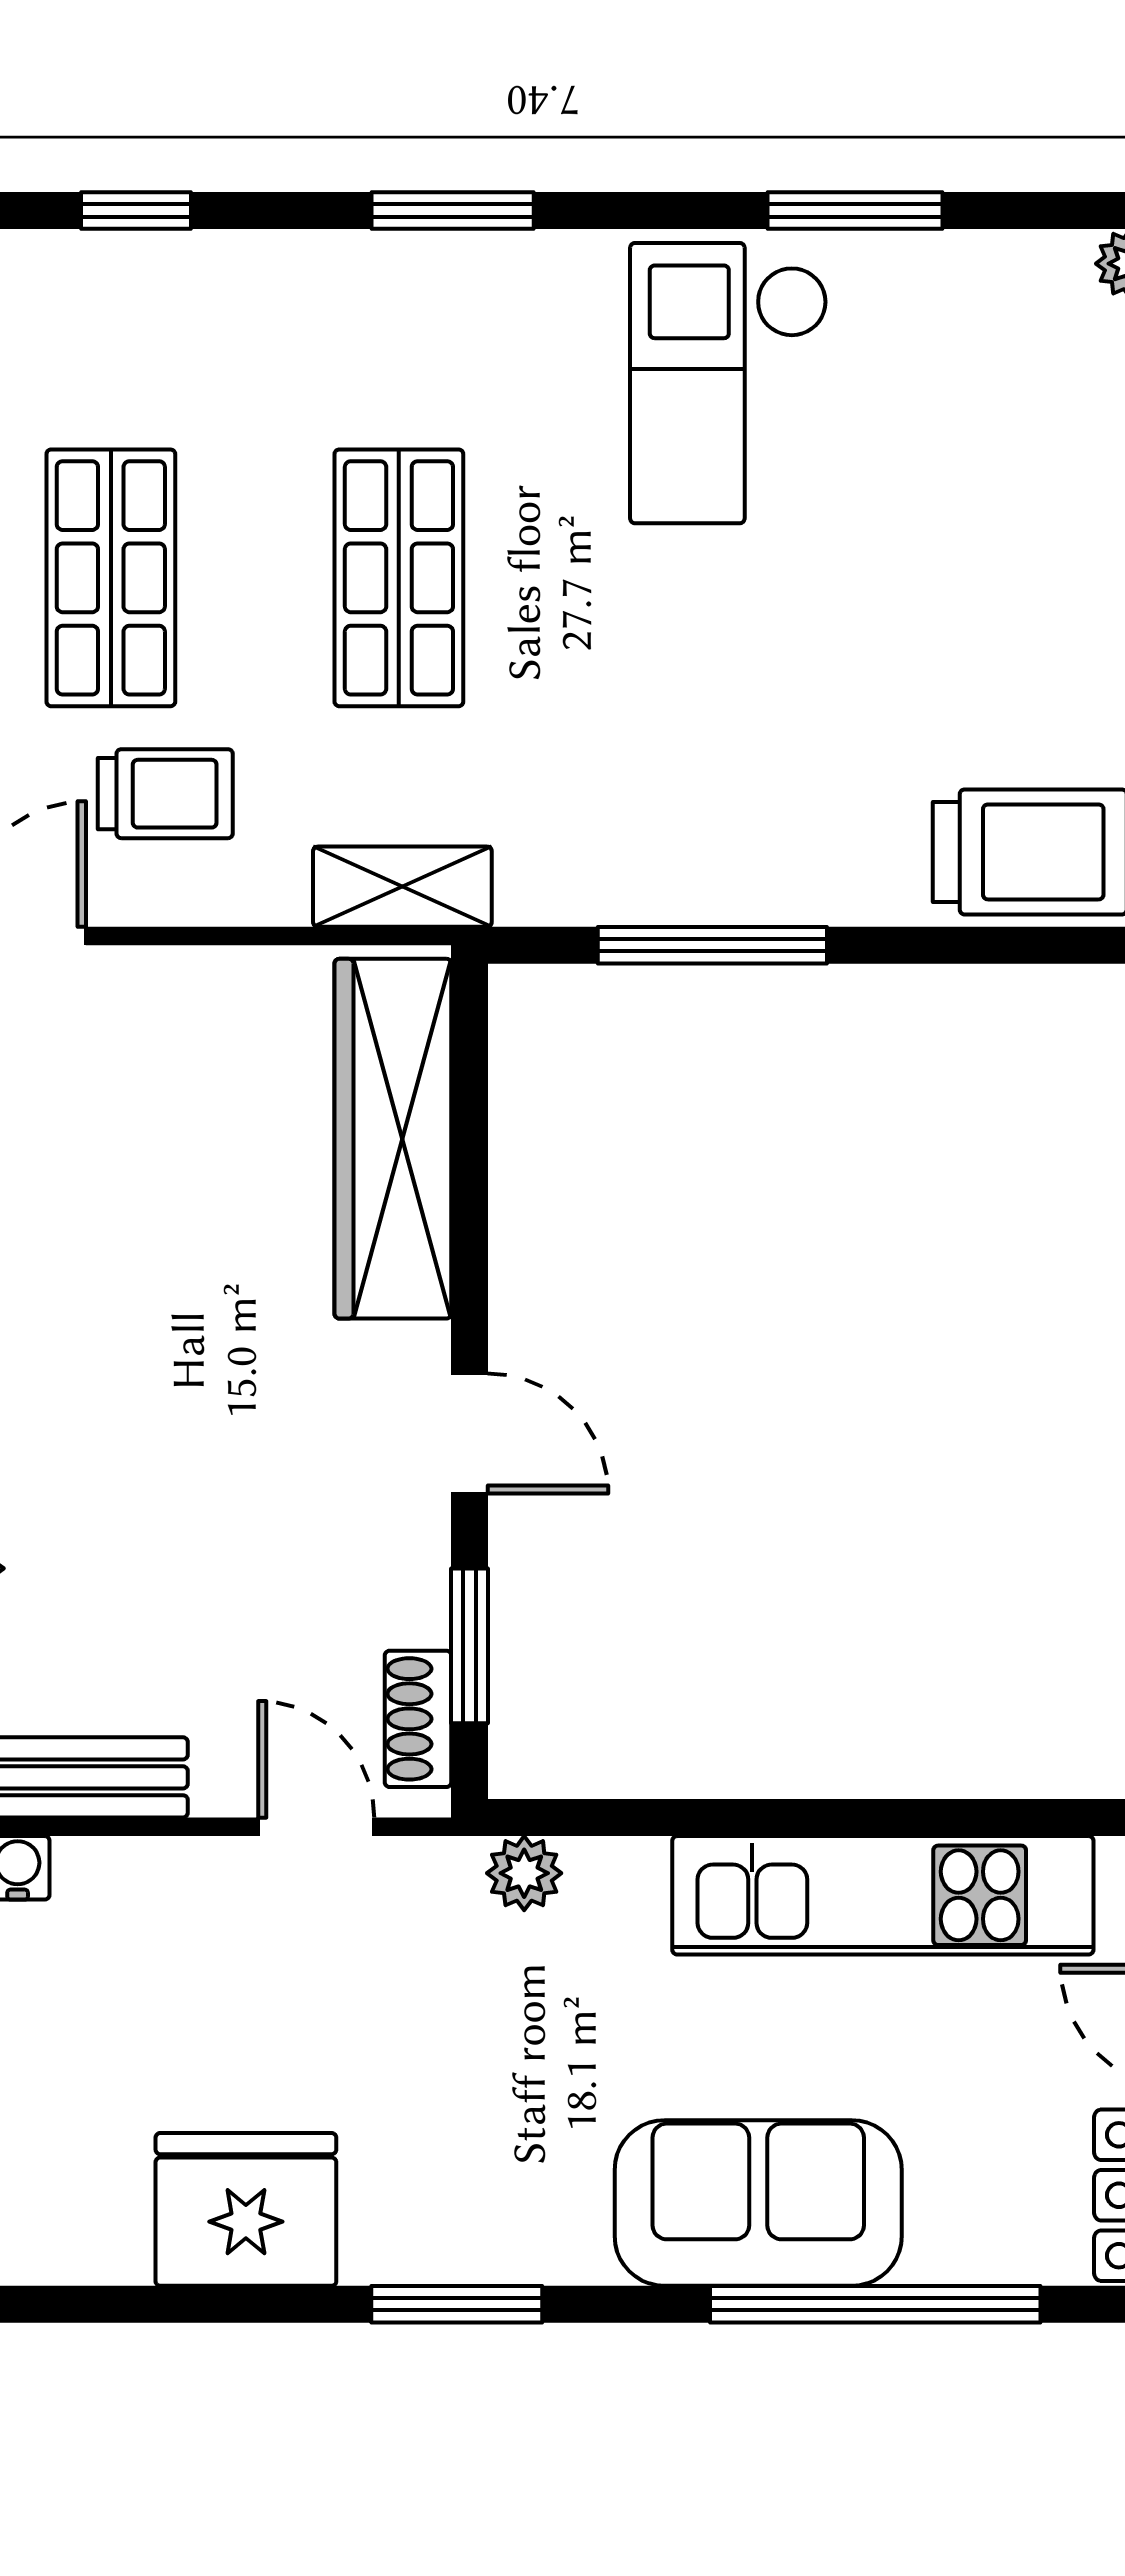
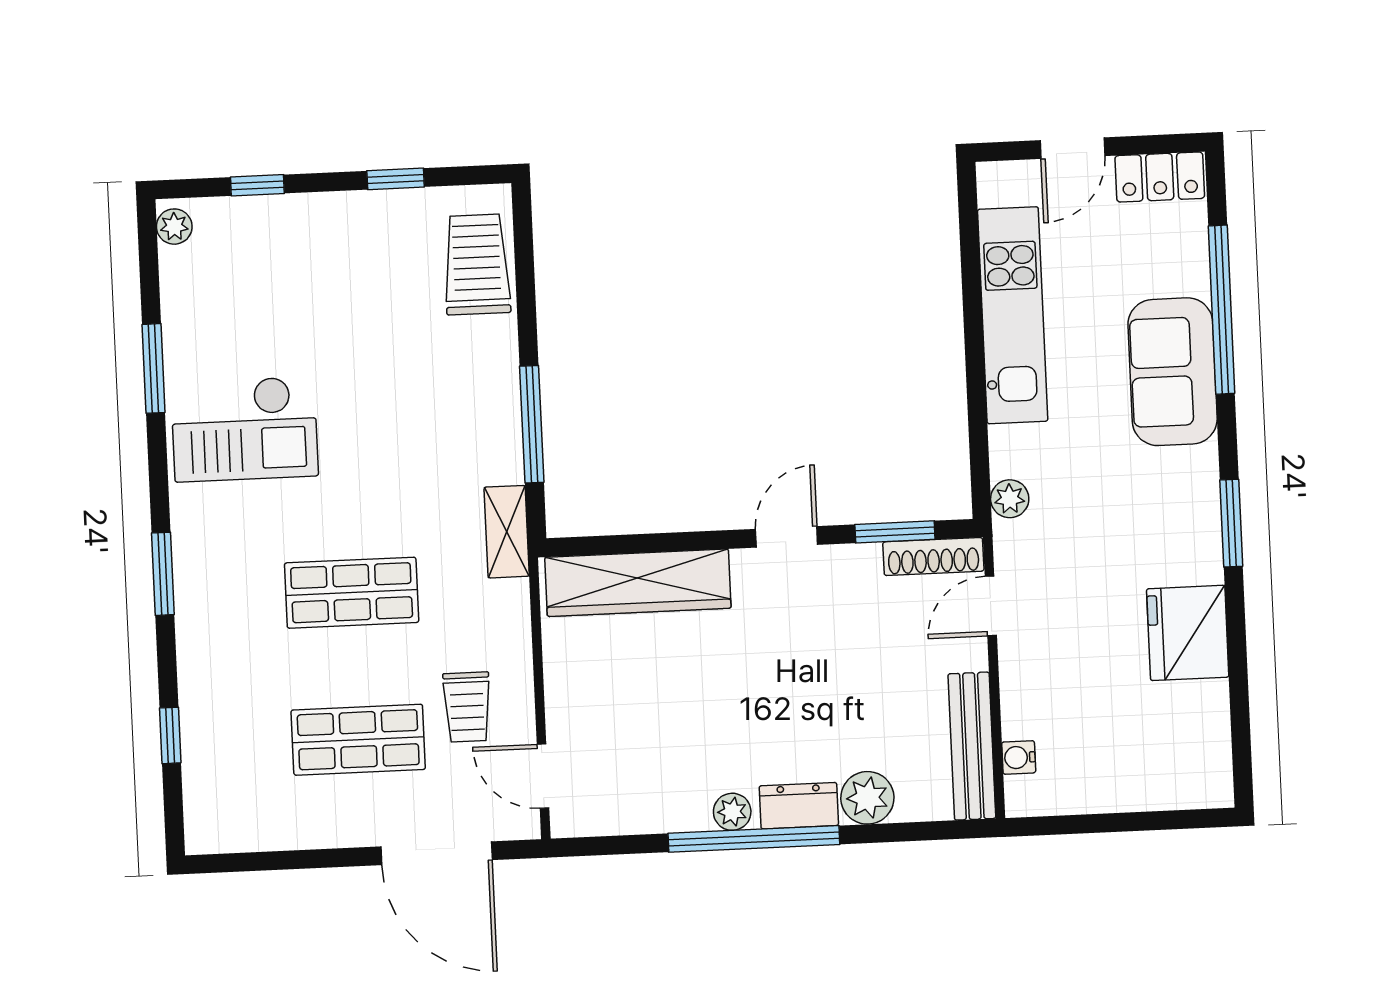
trolley: (165, 794) -> (467, 707), turned 180
shelving: (402, 887) -> (507, 532), moved
shoe rack: (418, 1719) -> (933, 557), width x1.43

